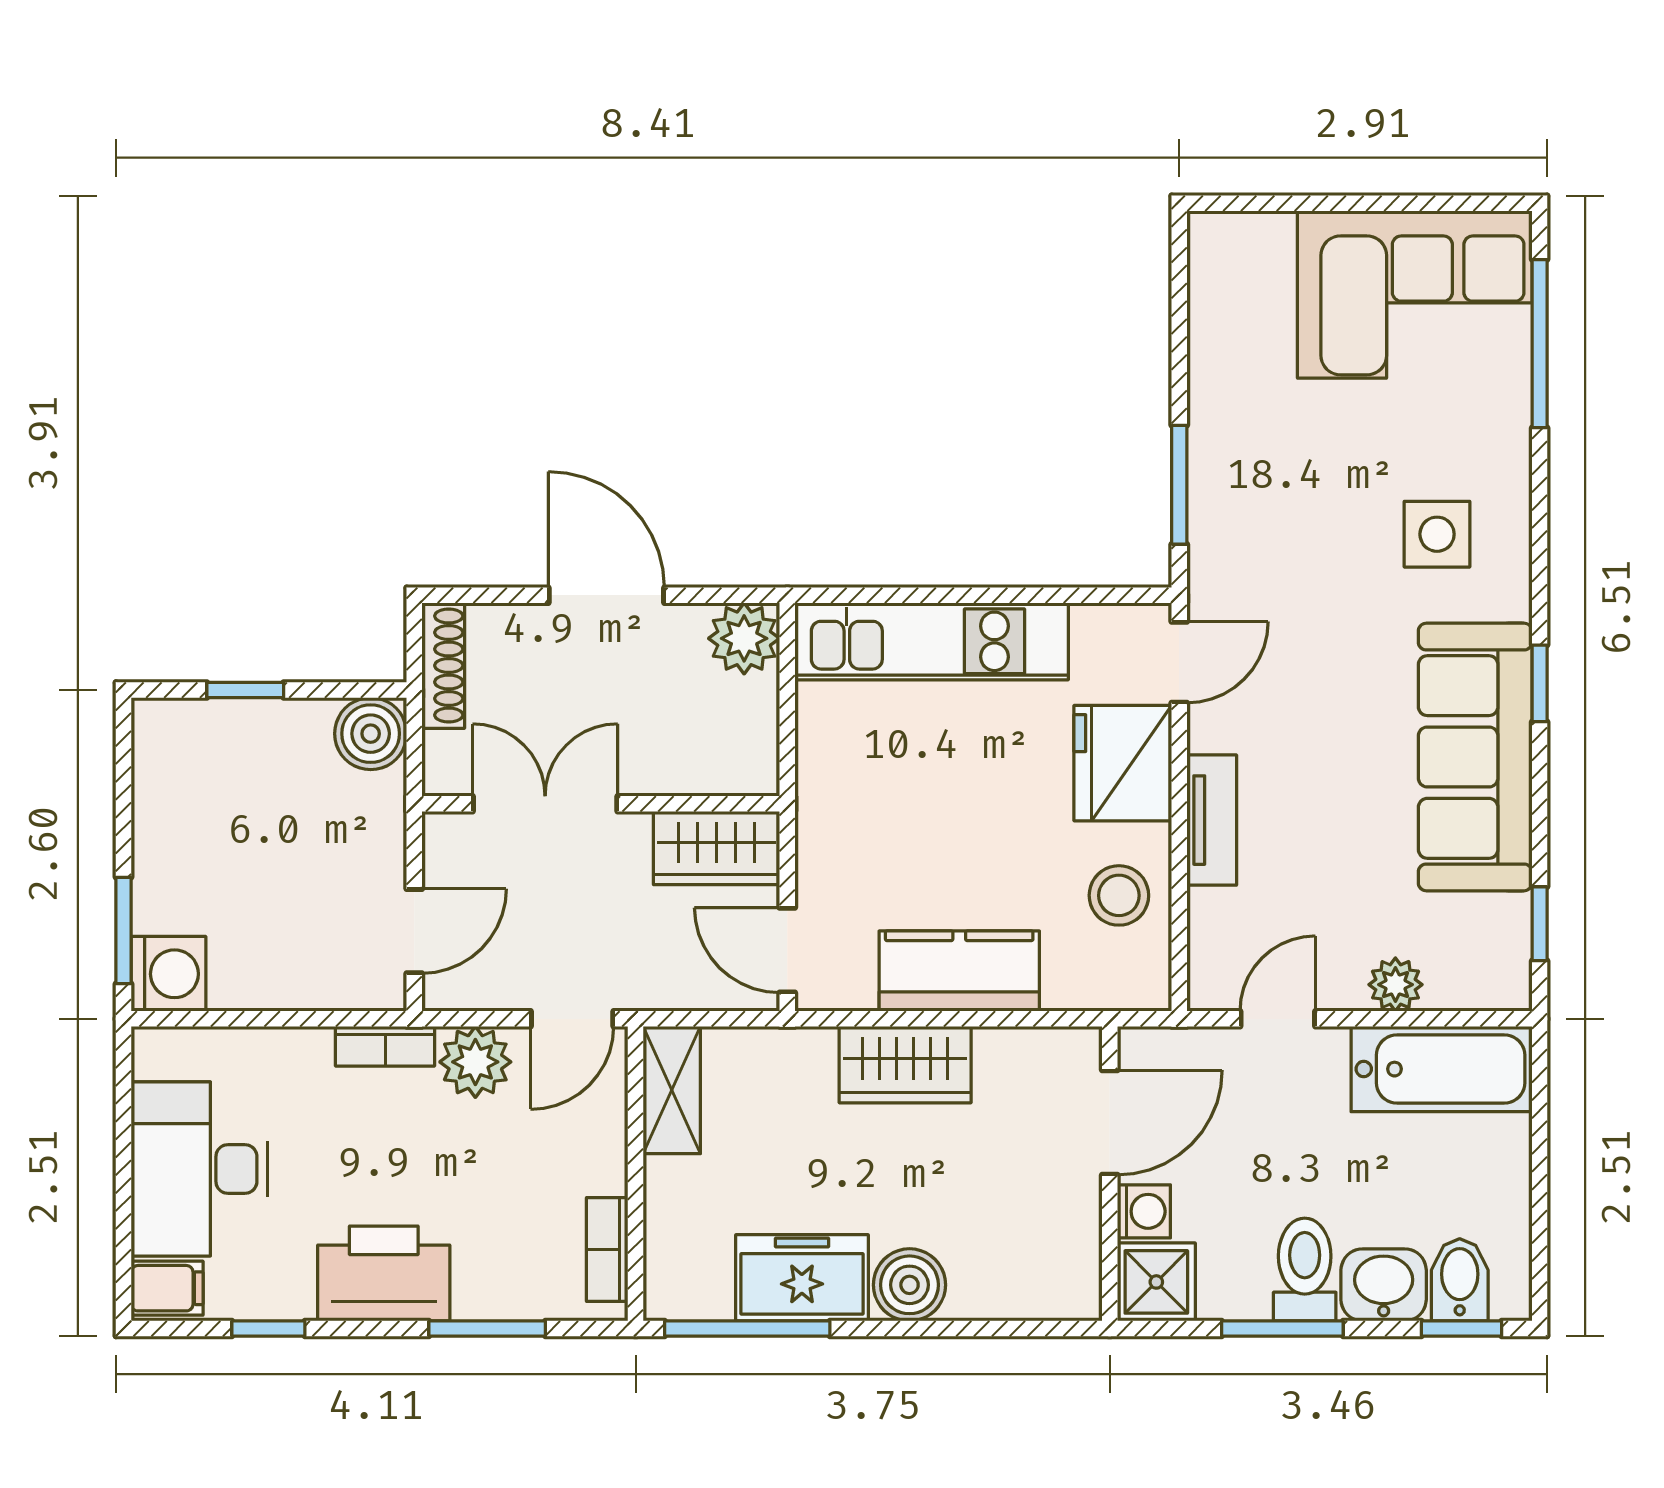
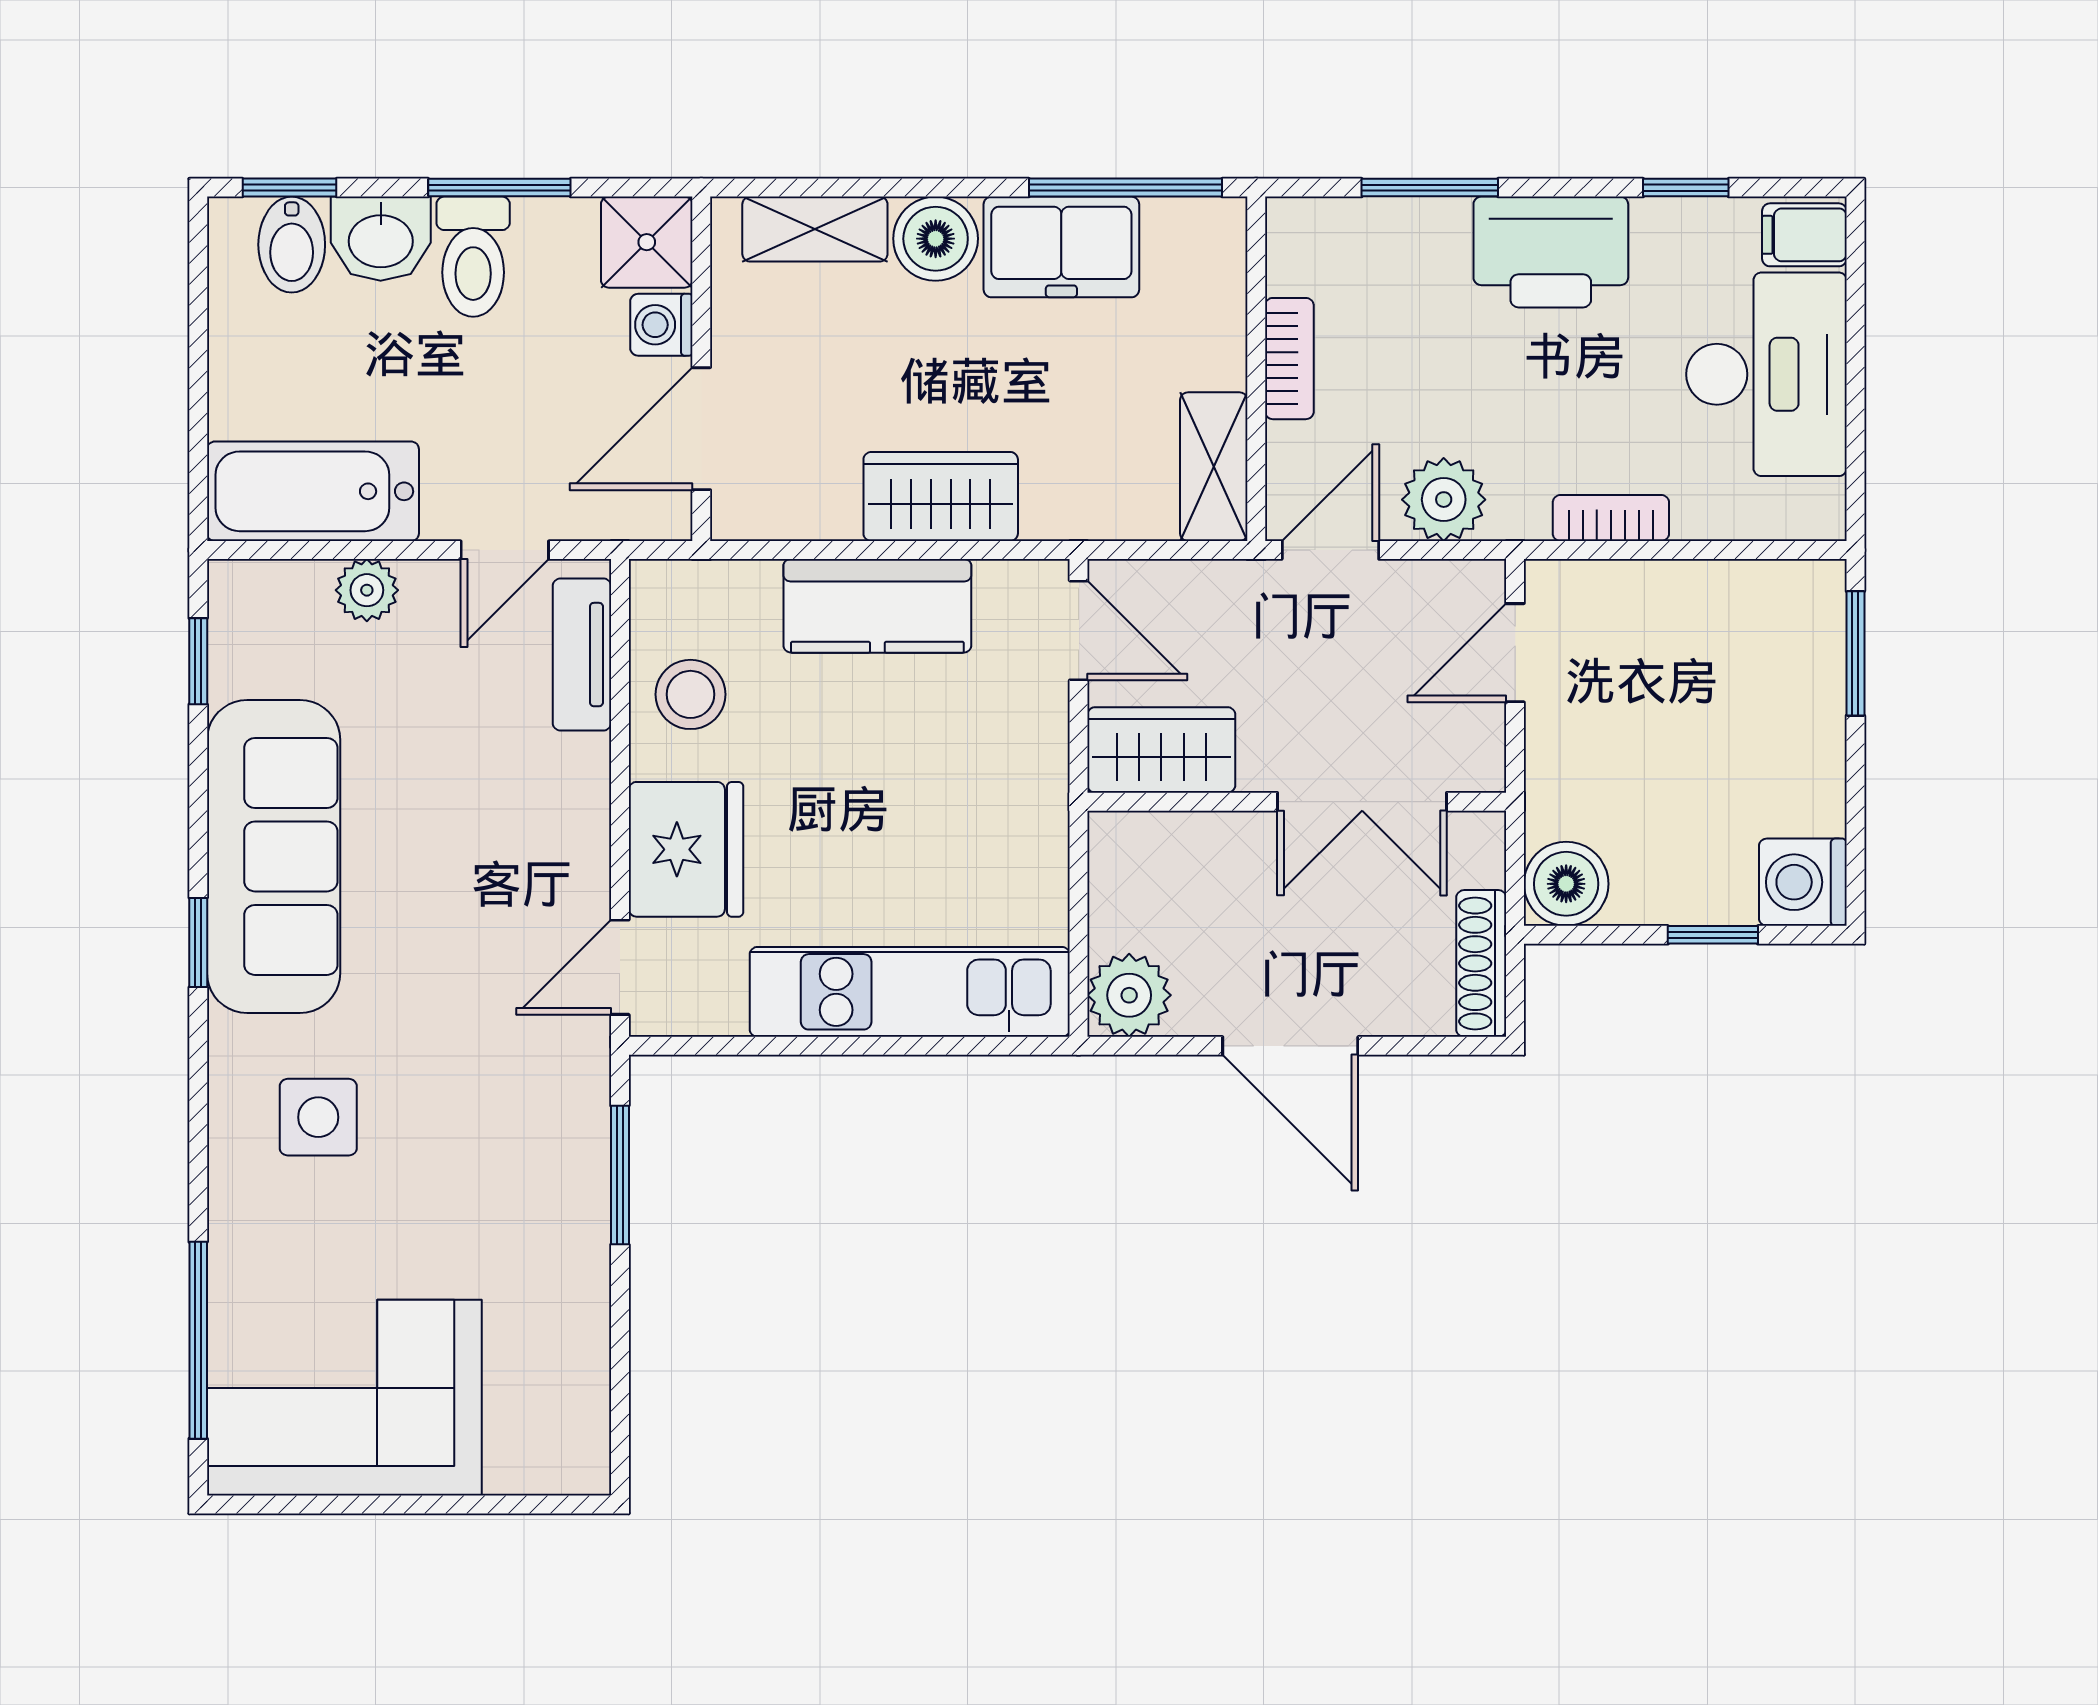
tv unit: (1212, 820) -> (582, 655), moved
washing machine: (168, 974) -> (1803, 882), moved
bookcase: (385, 1046) -> (1611, 518), moved
bookcase: (607, 1250) -> (1289, 359), moved
shelving: (1013, 1293) -> (815, 229), added

